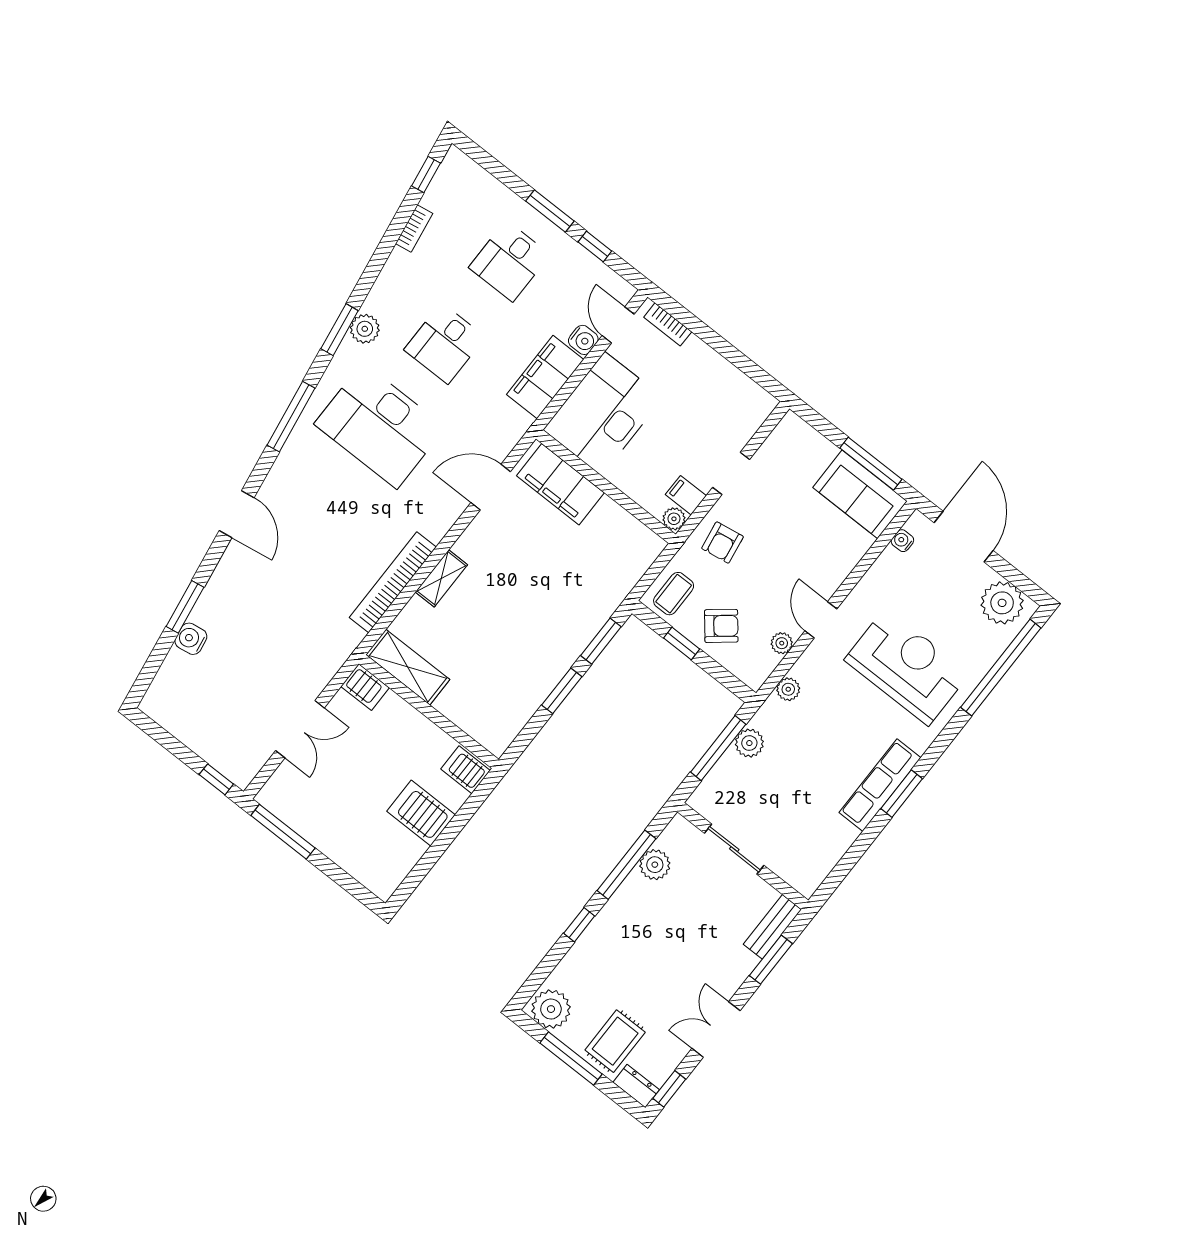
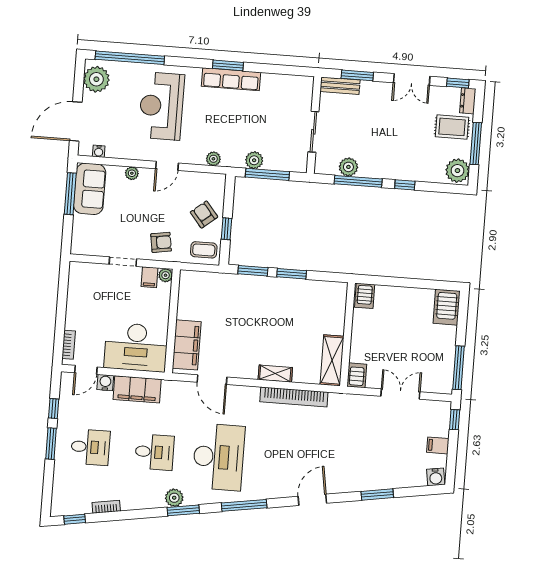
water cooler: (191, 639) -> (436, 477), moved
plant: (782, 643) -> (132, 173), moved
filing cabinet: (197, 733) -> (438, 445), added
server rack: (421, 813) -> (447, 307), moved

